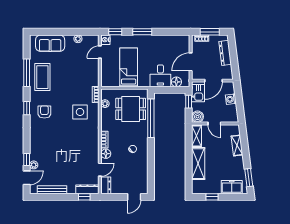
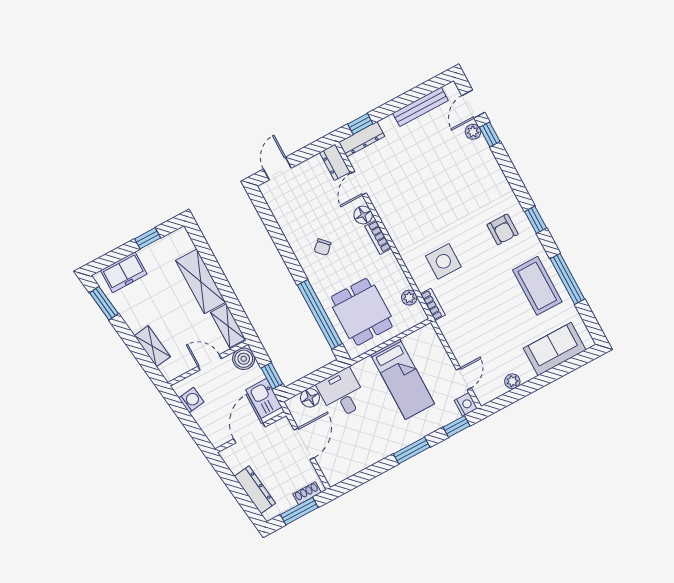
washing machine: (231, 99) -> (191, 400), moved
dining table: (131, 109) -> (362, 312), turned 90

